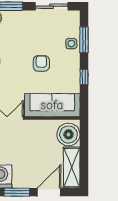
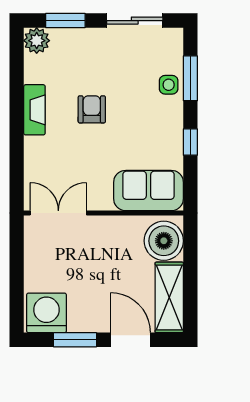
armchair: (41, 63) -> (92, 109), moved
sofa: (52, 105) -> (149, 191), width x0.73
door: (49, 192) -> (130, 340), hinge flipped

